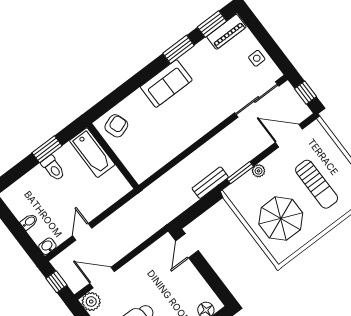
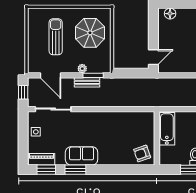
sofa: (166, 84) -> (82, 156), moved
bathtub: (92, 153) -> (167, 129), moved
bench: (210, 183) -> (87, 82), moved

